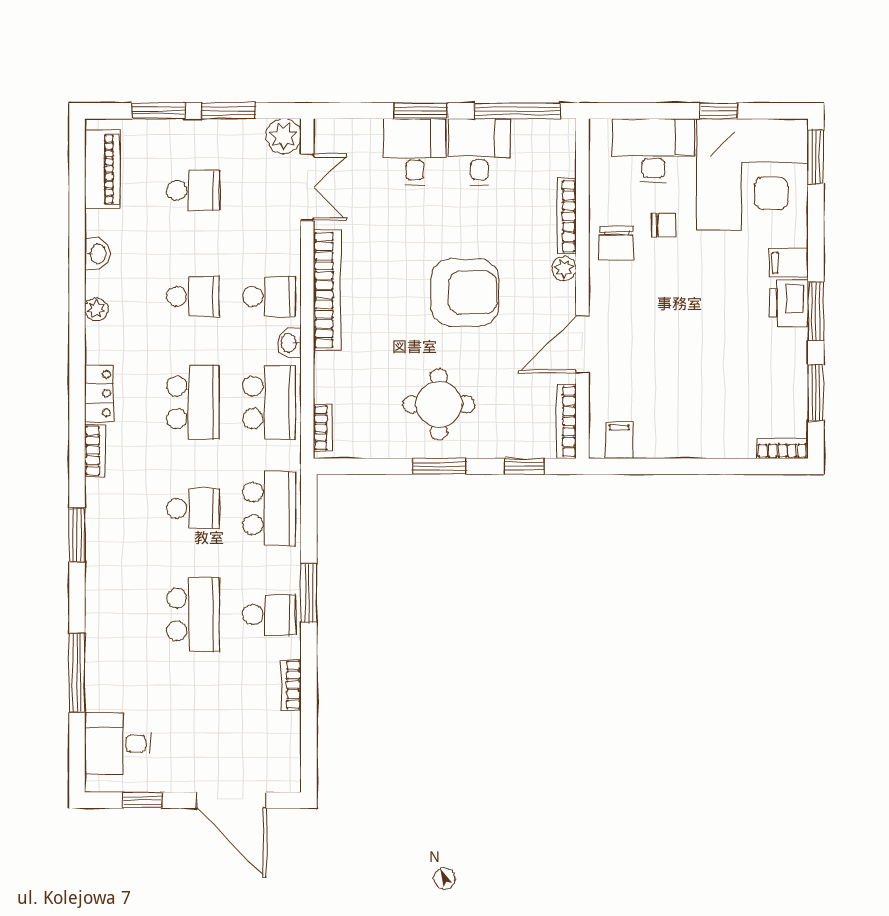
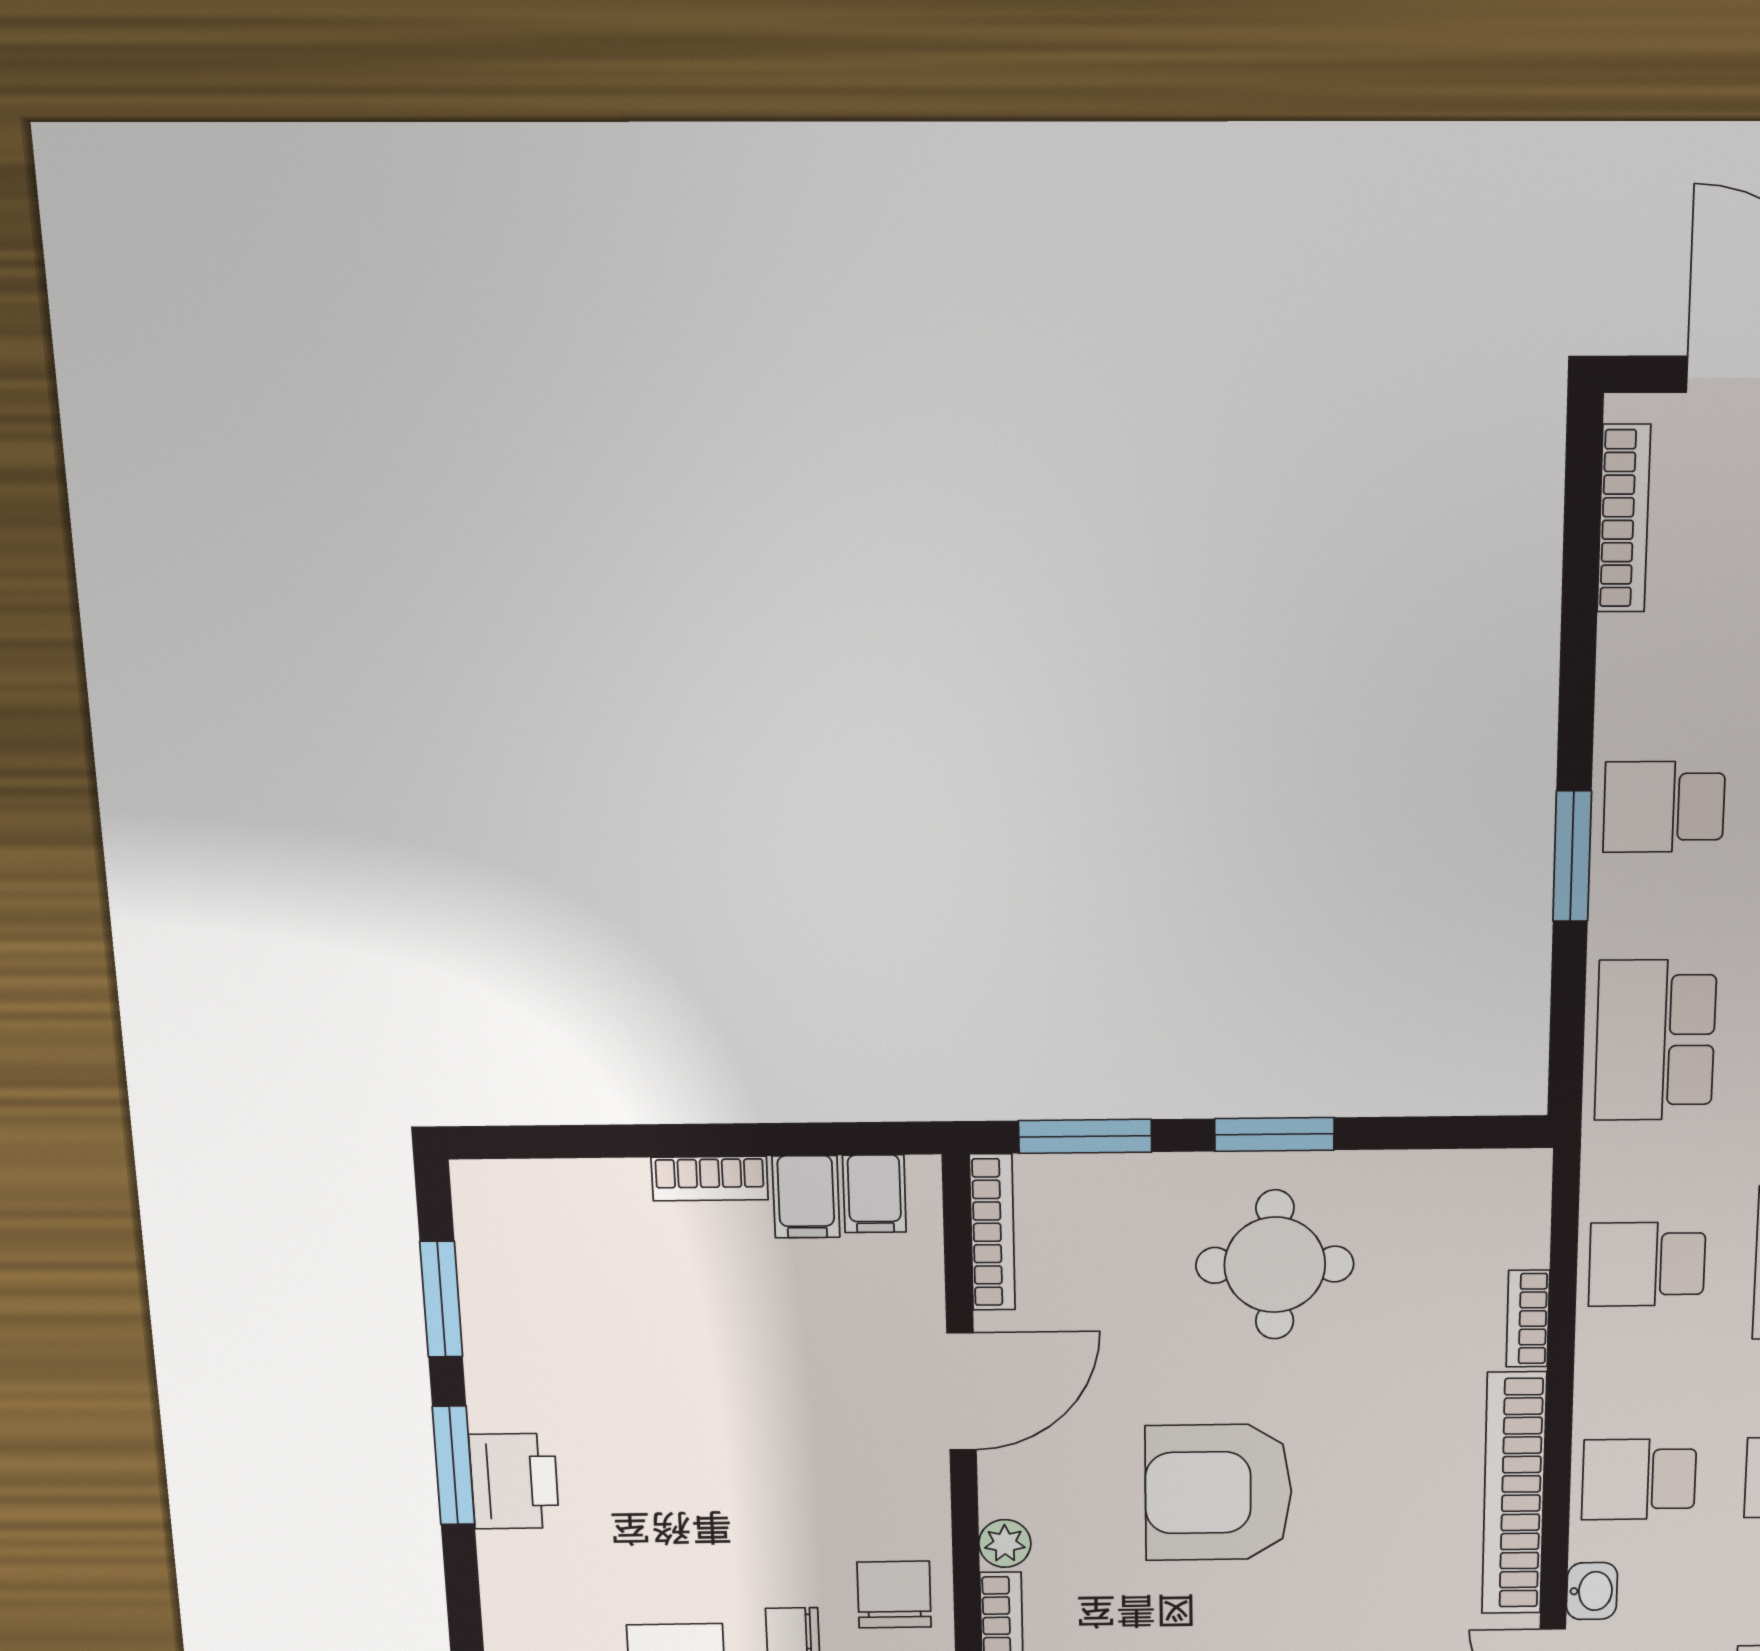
filing cabinet: (789, 263) -> (806, 1197), moved, turned 90
washbasin: (289, 343) -> (1592, 1591), moved
school desk: (269, 402) -> (1647, 1264), width x0.54
bookcase: (323, 428) -> (1528, 1319), moved
bookcase: (782, 448) -> (710, 1179), moved
window: (524, 466) -> (1085, 1136), width x1.50
bookcase: (291, 685) -> (1624, 518), moved, width x1.56

